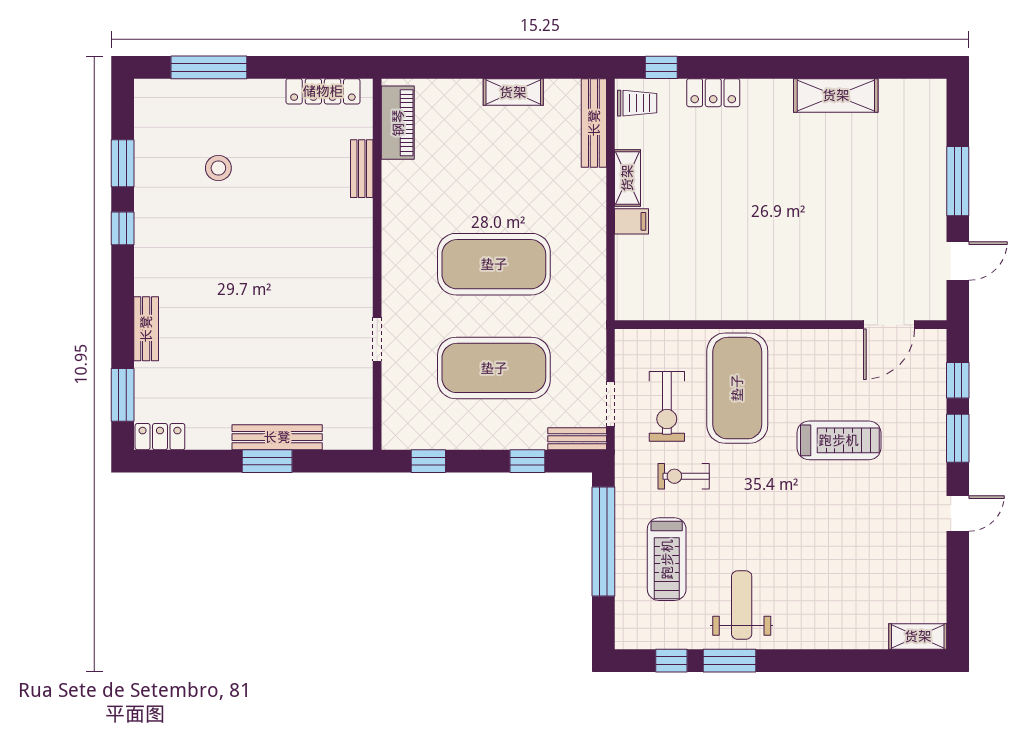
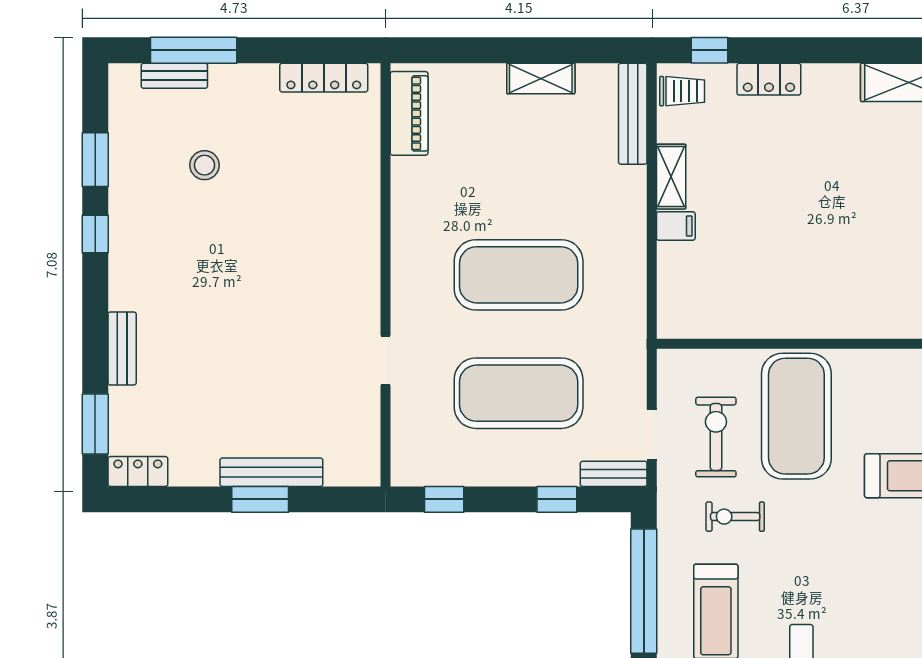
bench: (362, 169) -> (174, 76), moved, turned 90
exercise bike: (667, 406) -> (716, 437), turned 180

